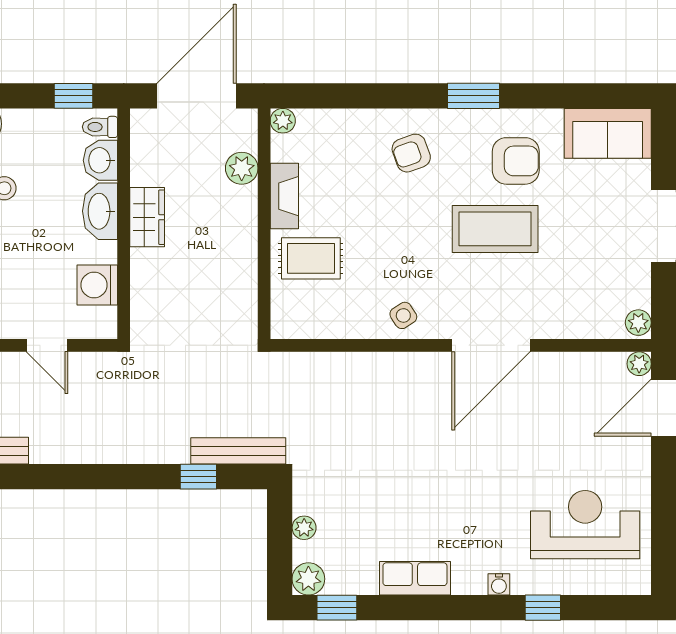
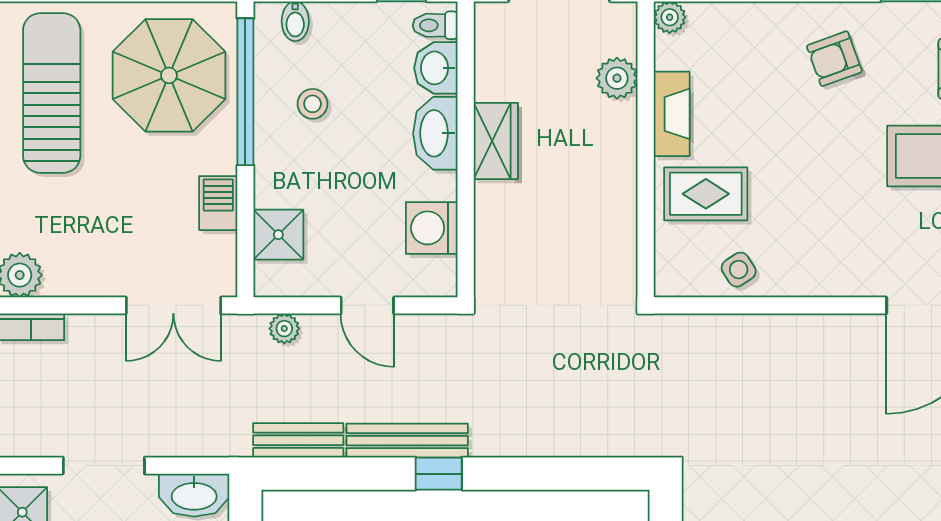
side table: (403, 315) -> (739, 270), moved
bench: (238, 451) -> (407, 441), moved
window: (198, 477) -> (439, 474), moved

